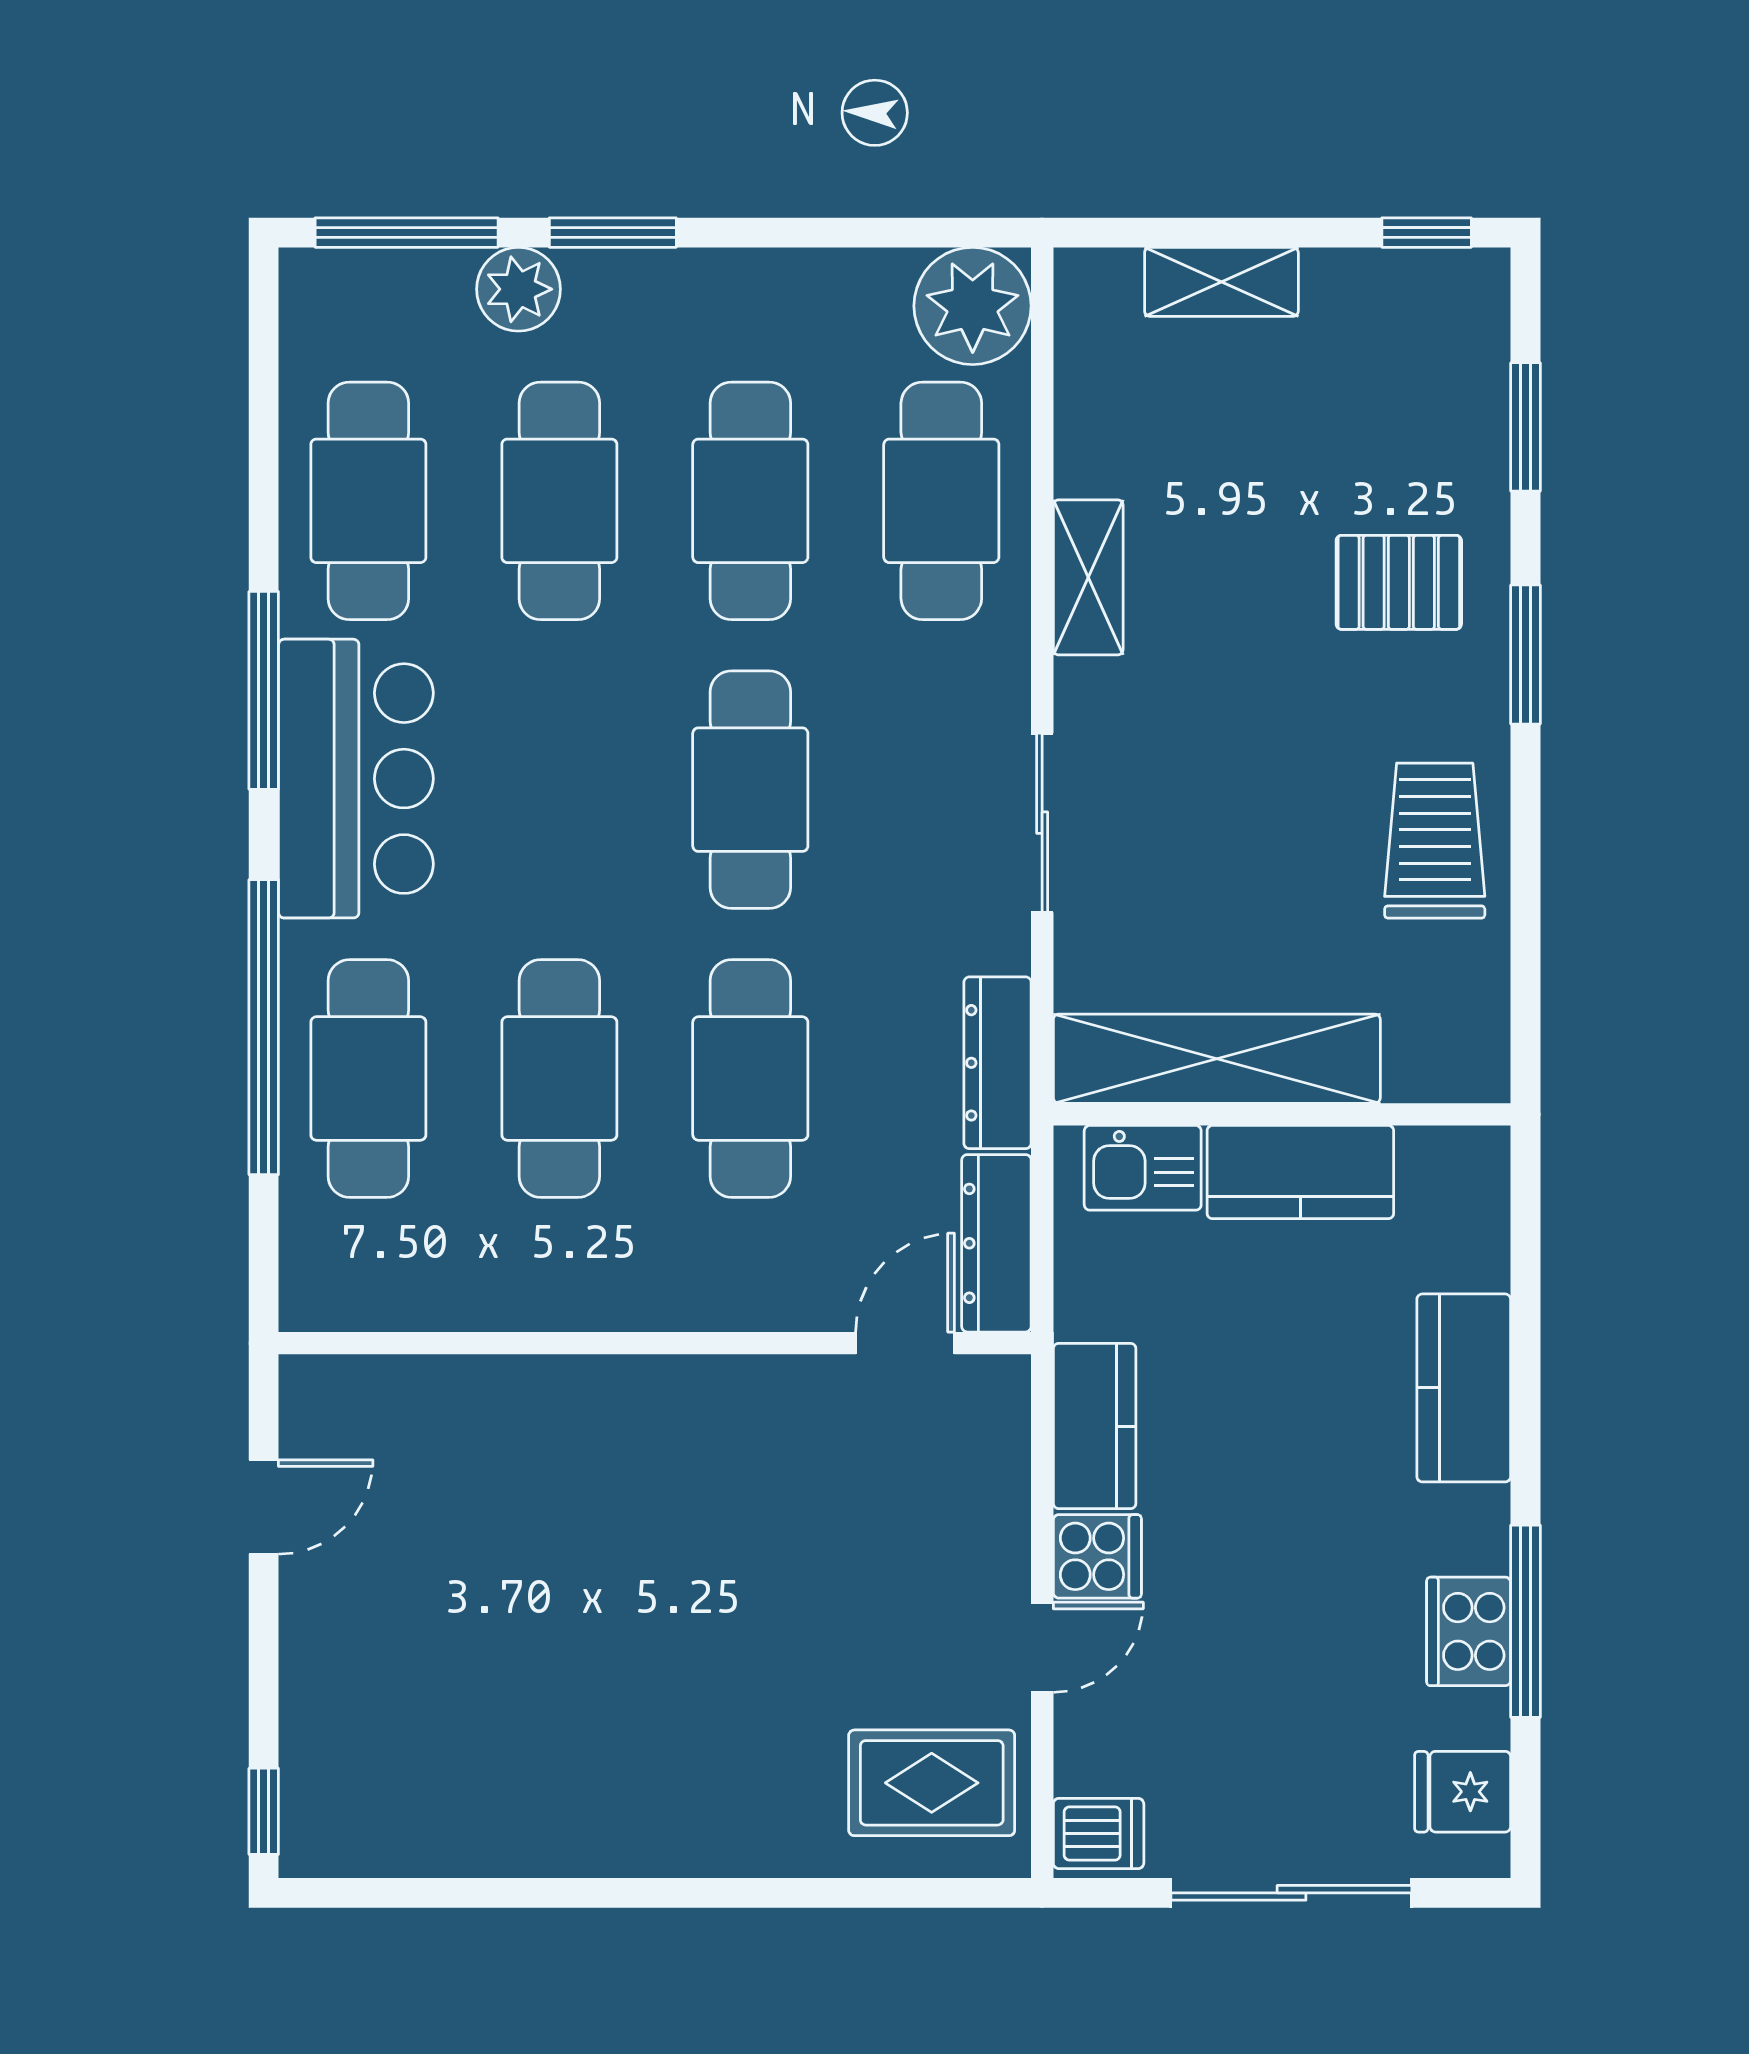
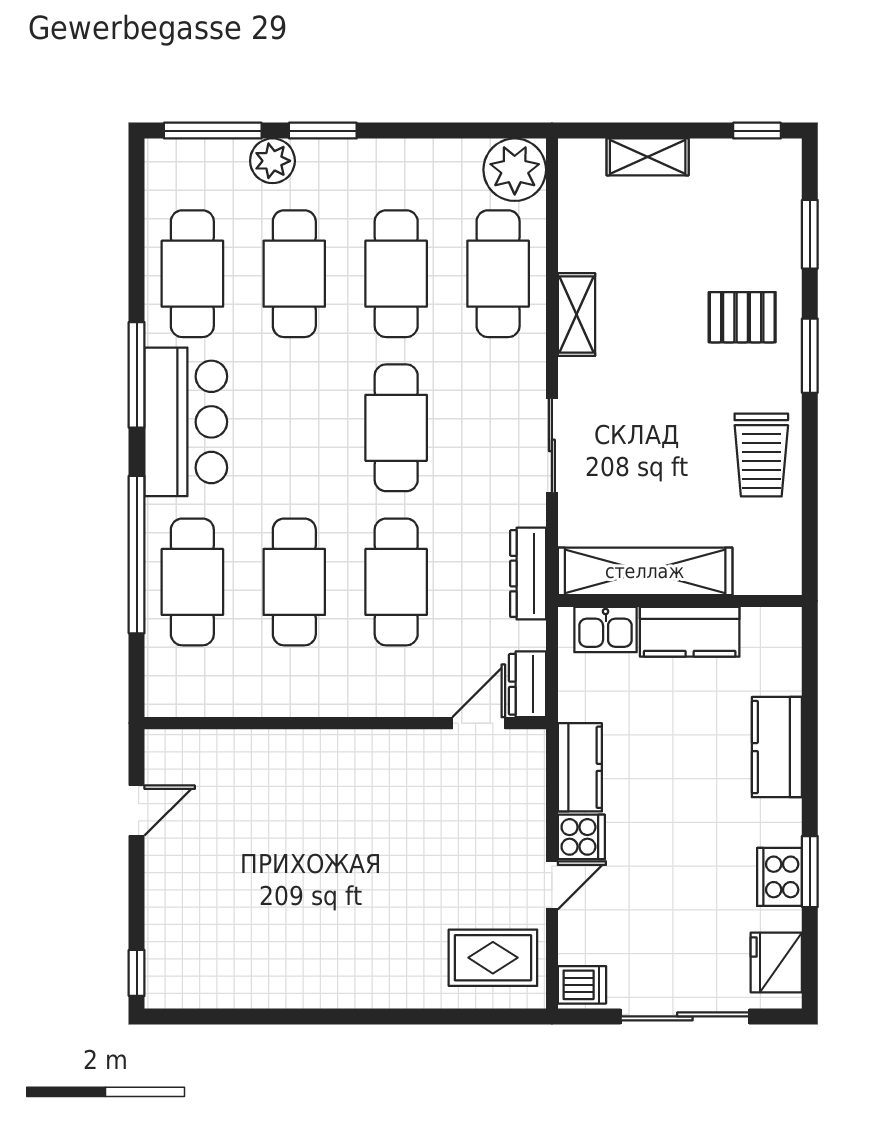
trolley: (1435, 841) -> (761, 455), turned 180
dresser: (996, 1243) -> (527, 684), width x0.70
window: (1525, 1621) -> (810, 872), width x0.69
fridge: (1463, 1792) -> (776, 962), width x1.38

